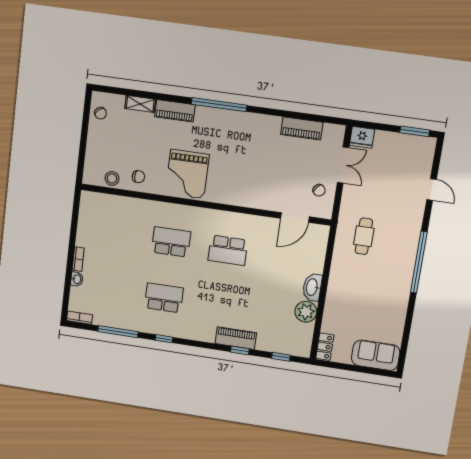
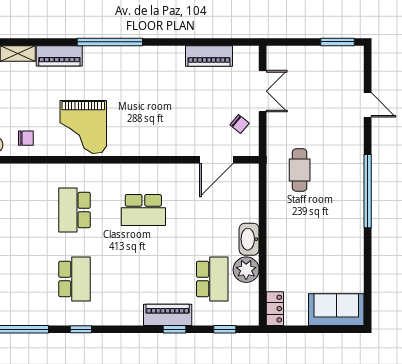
fridge: (362, 137) -> (279, 57), removed
school desk: (171, 242) -> (74, 210), turned -90
school desk: (164, 298) -> (74, 279), turned 90
school desk: (277, 315) -> (212, 279), added

